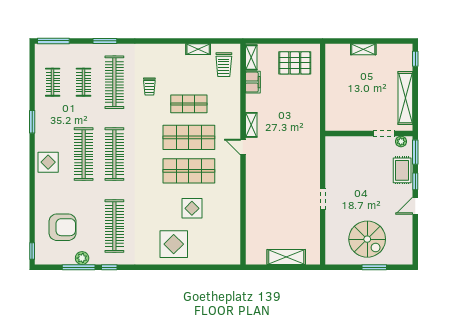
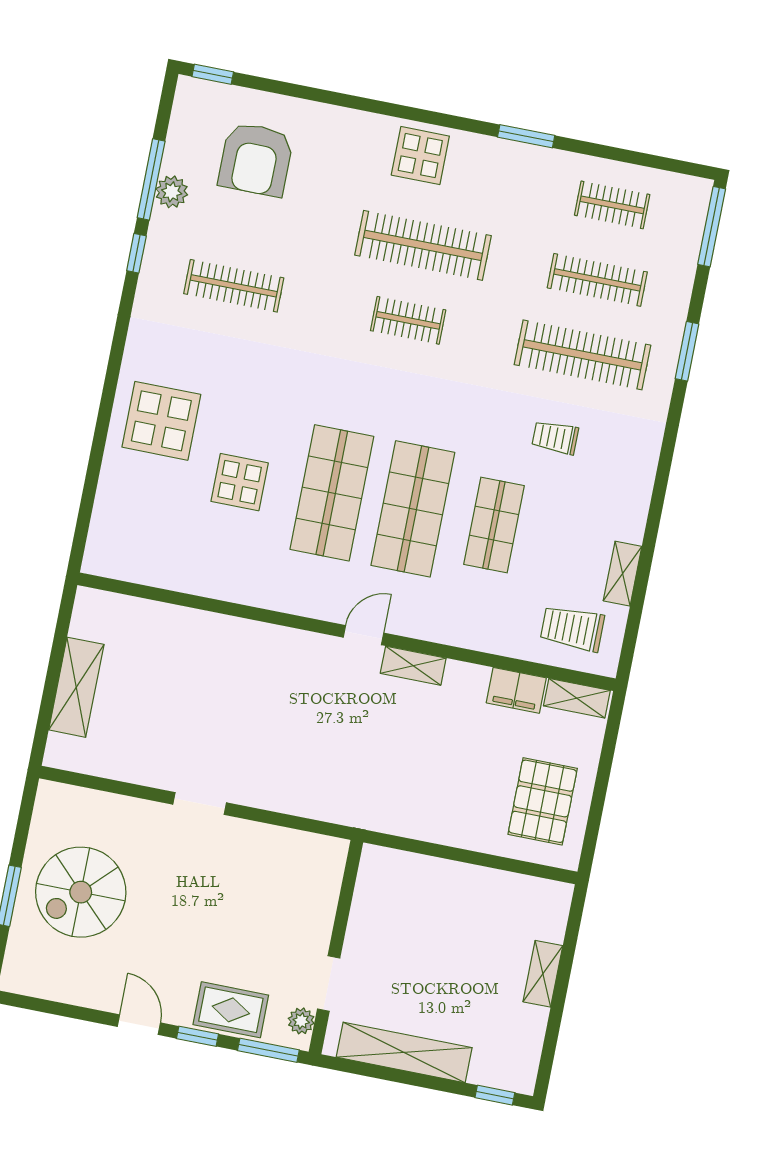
clothes rail: (84, 82) -> (597, 280), width x1.36
clothes rail: (114, 154) -> (408, 320), width x0.54, depth x0.76
clothes rail: (114, 226) -> (234, 286), width x0.73, depth x0.76

